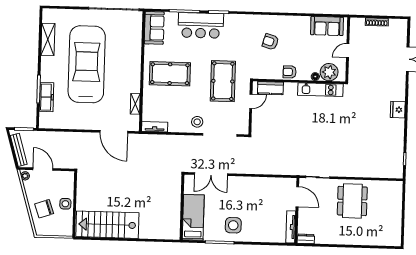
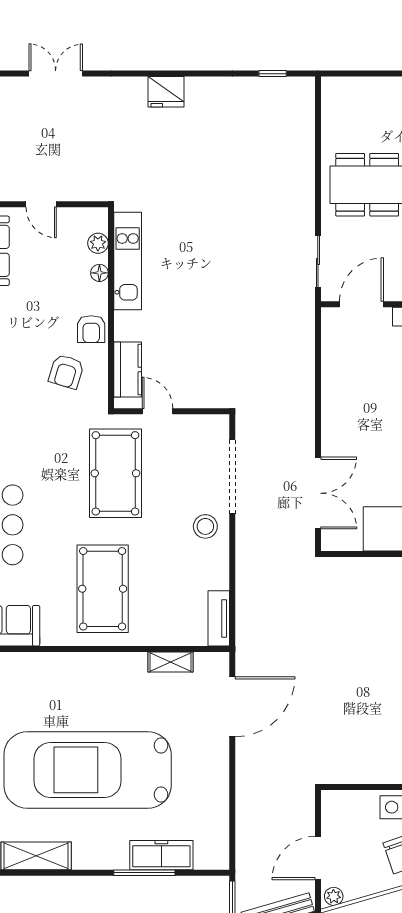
armchair: (270, 42) -> (66, 372), moved
plant: (329, 72) -> (98, 243), width x0.53, depth x0.53
pool table: (223, 81) -> (115, 473), turned 90

